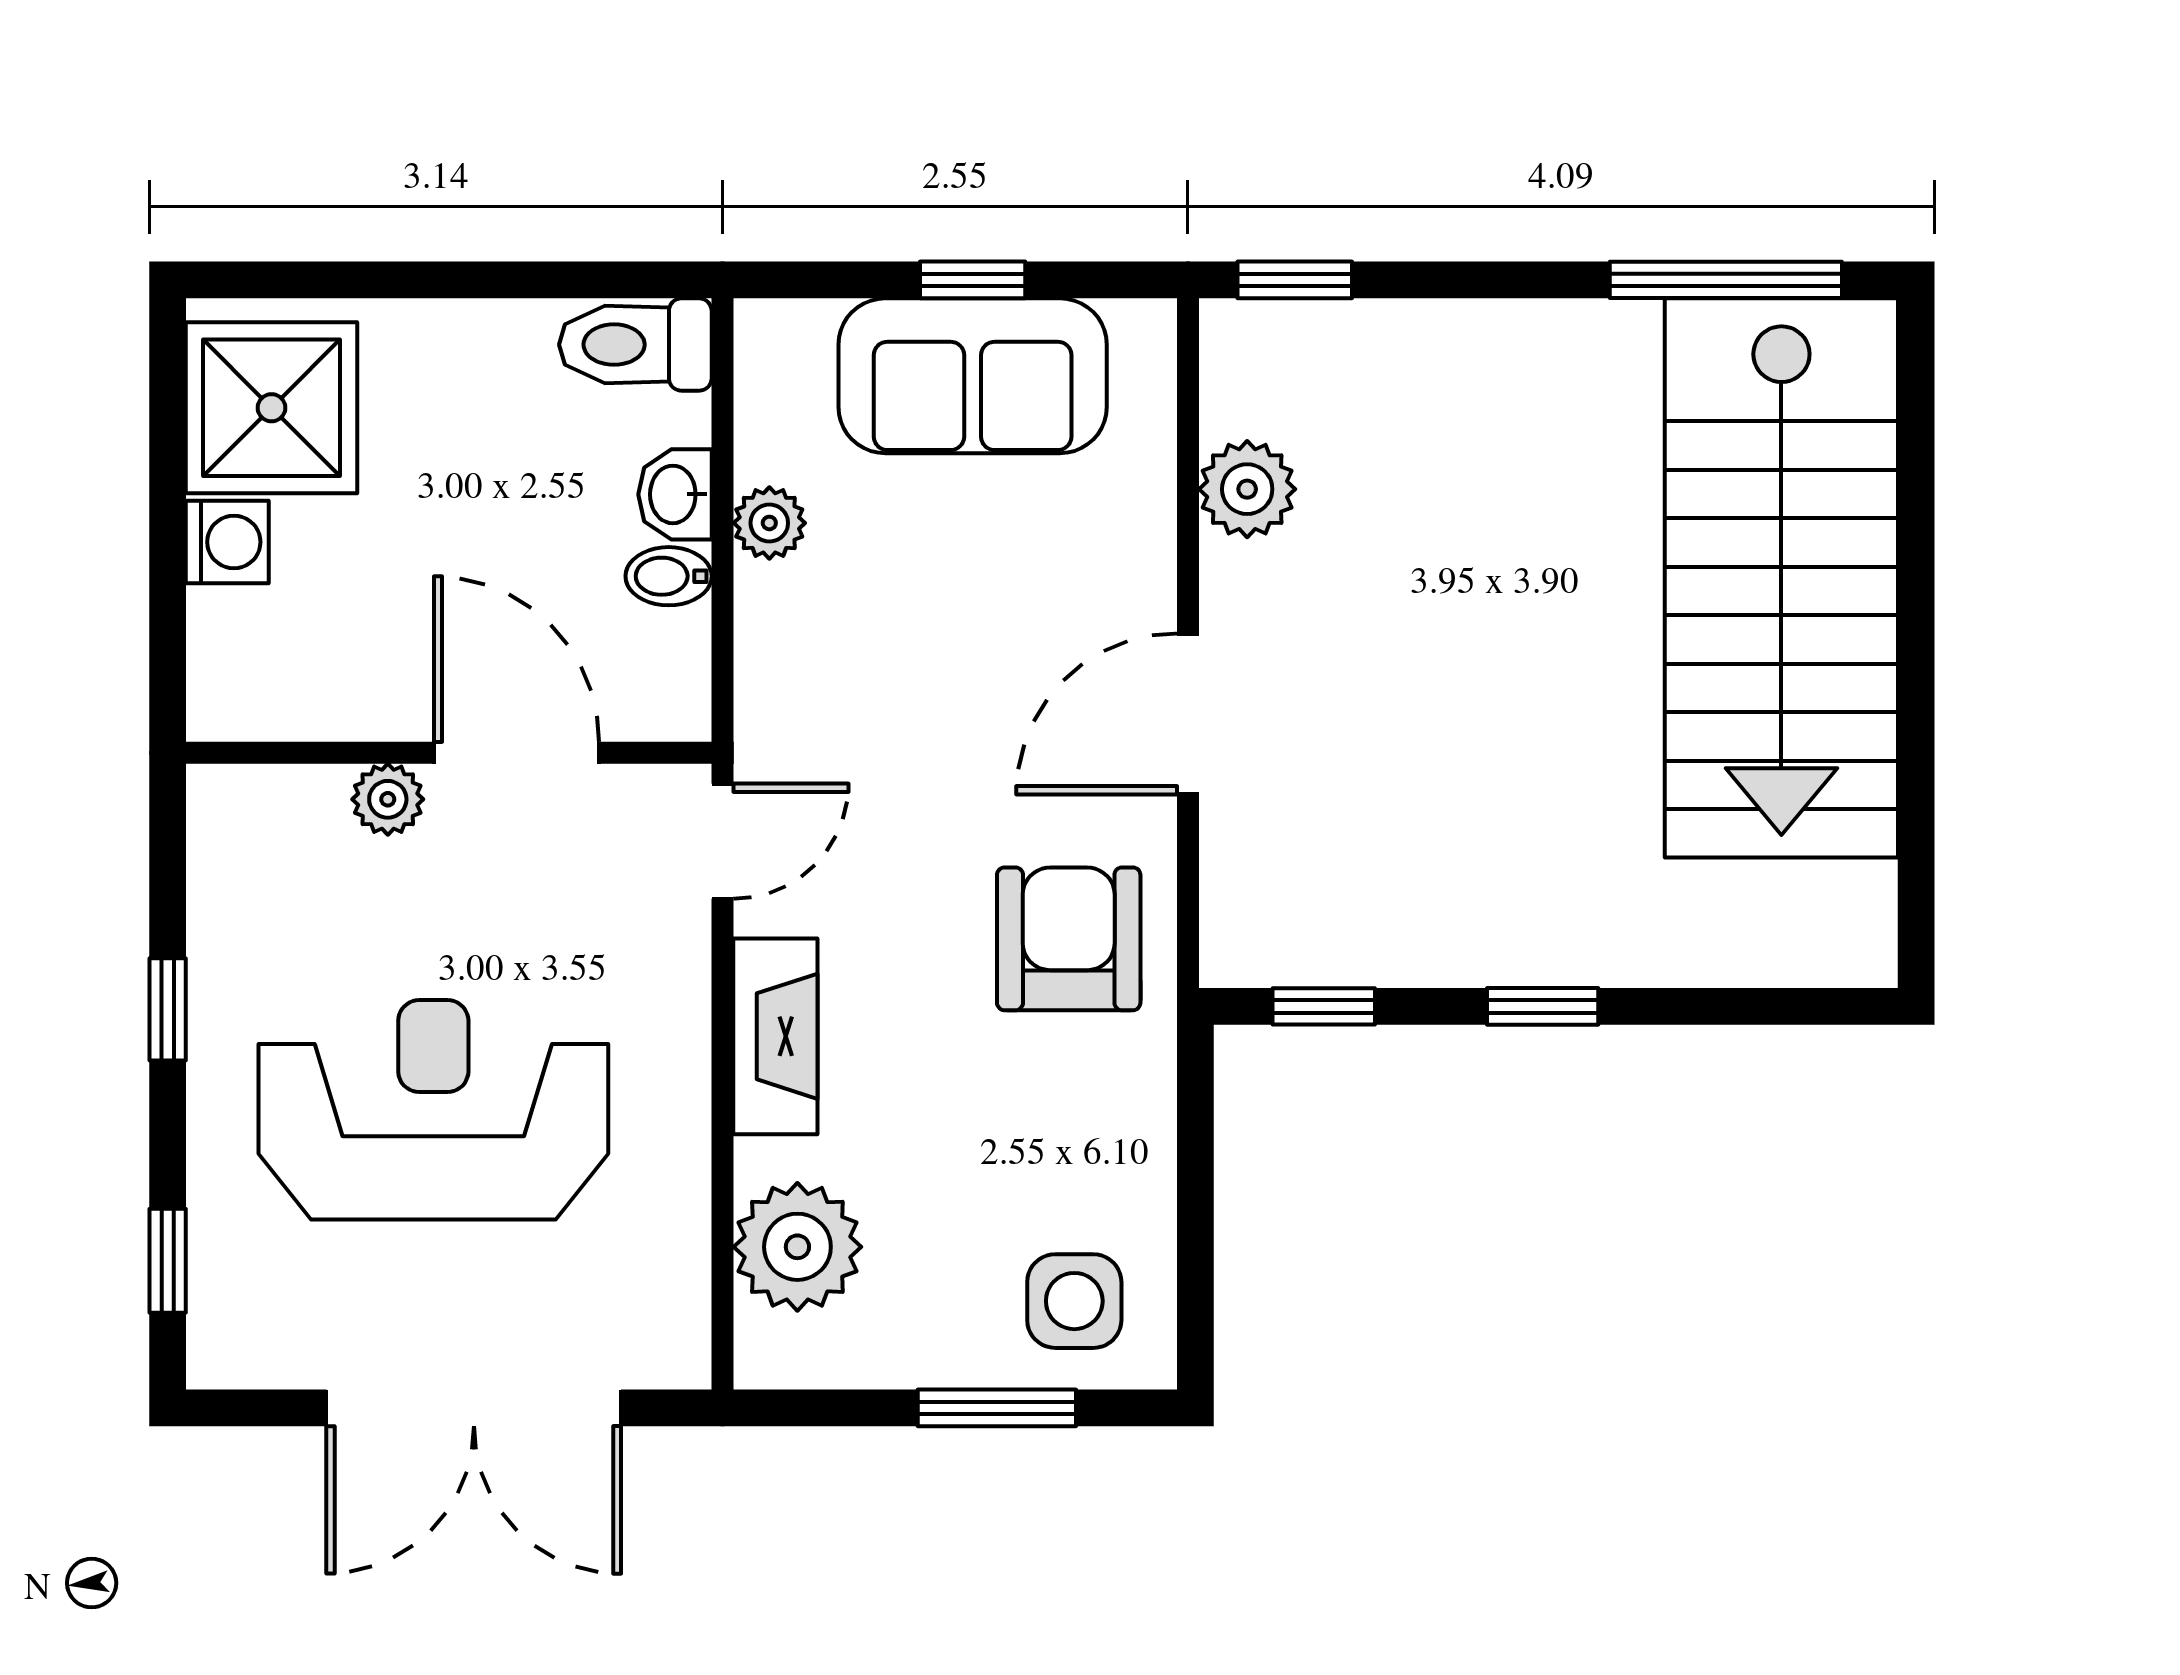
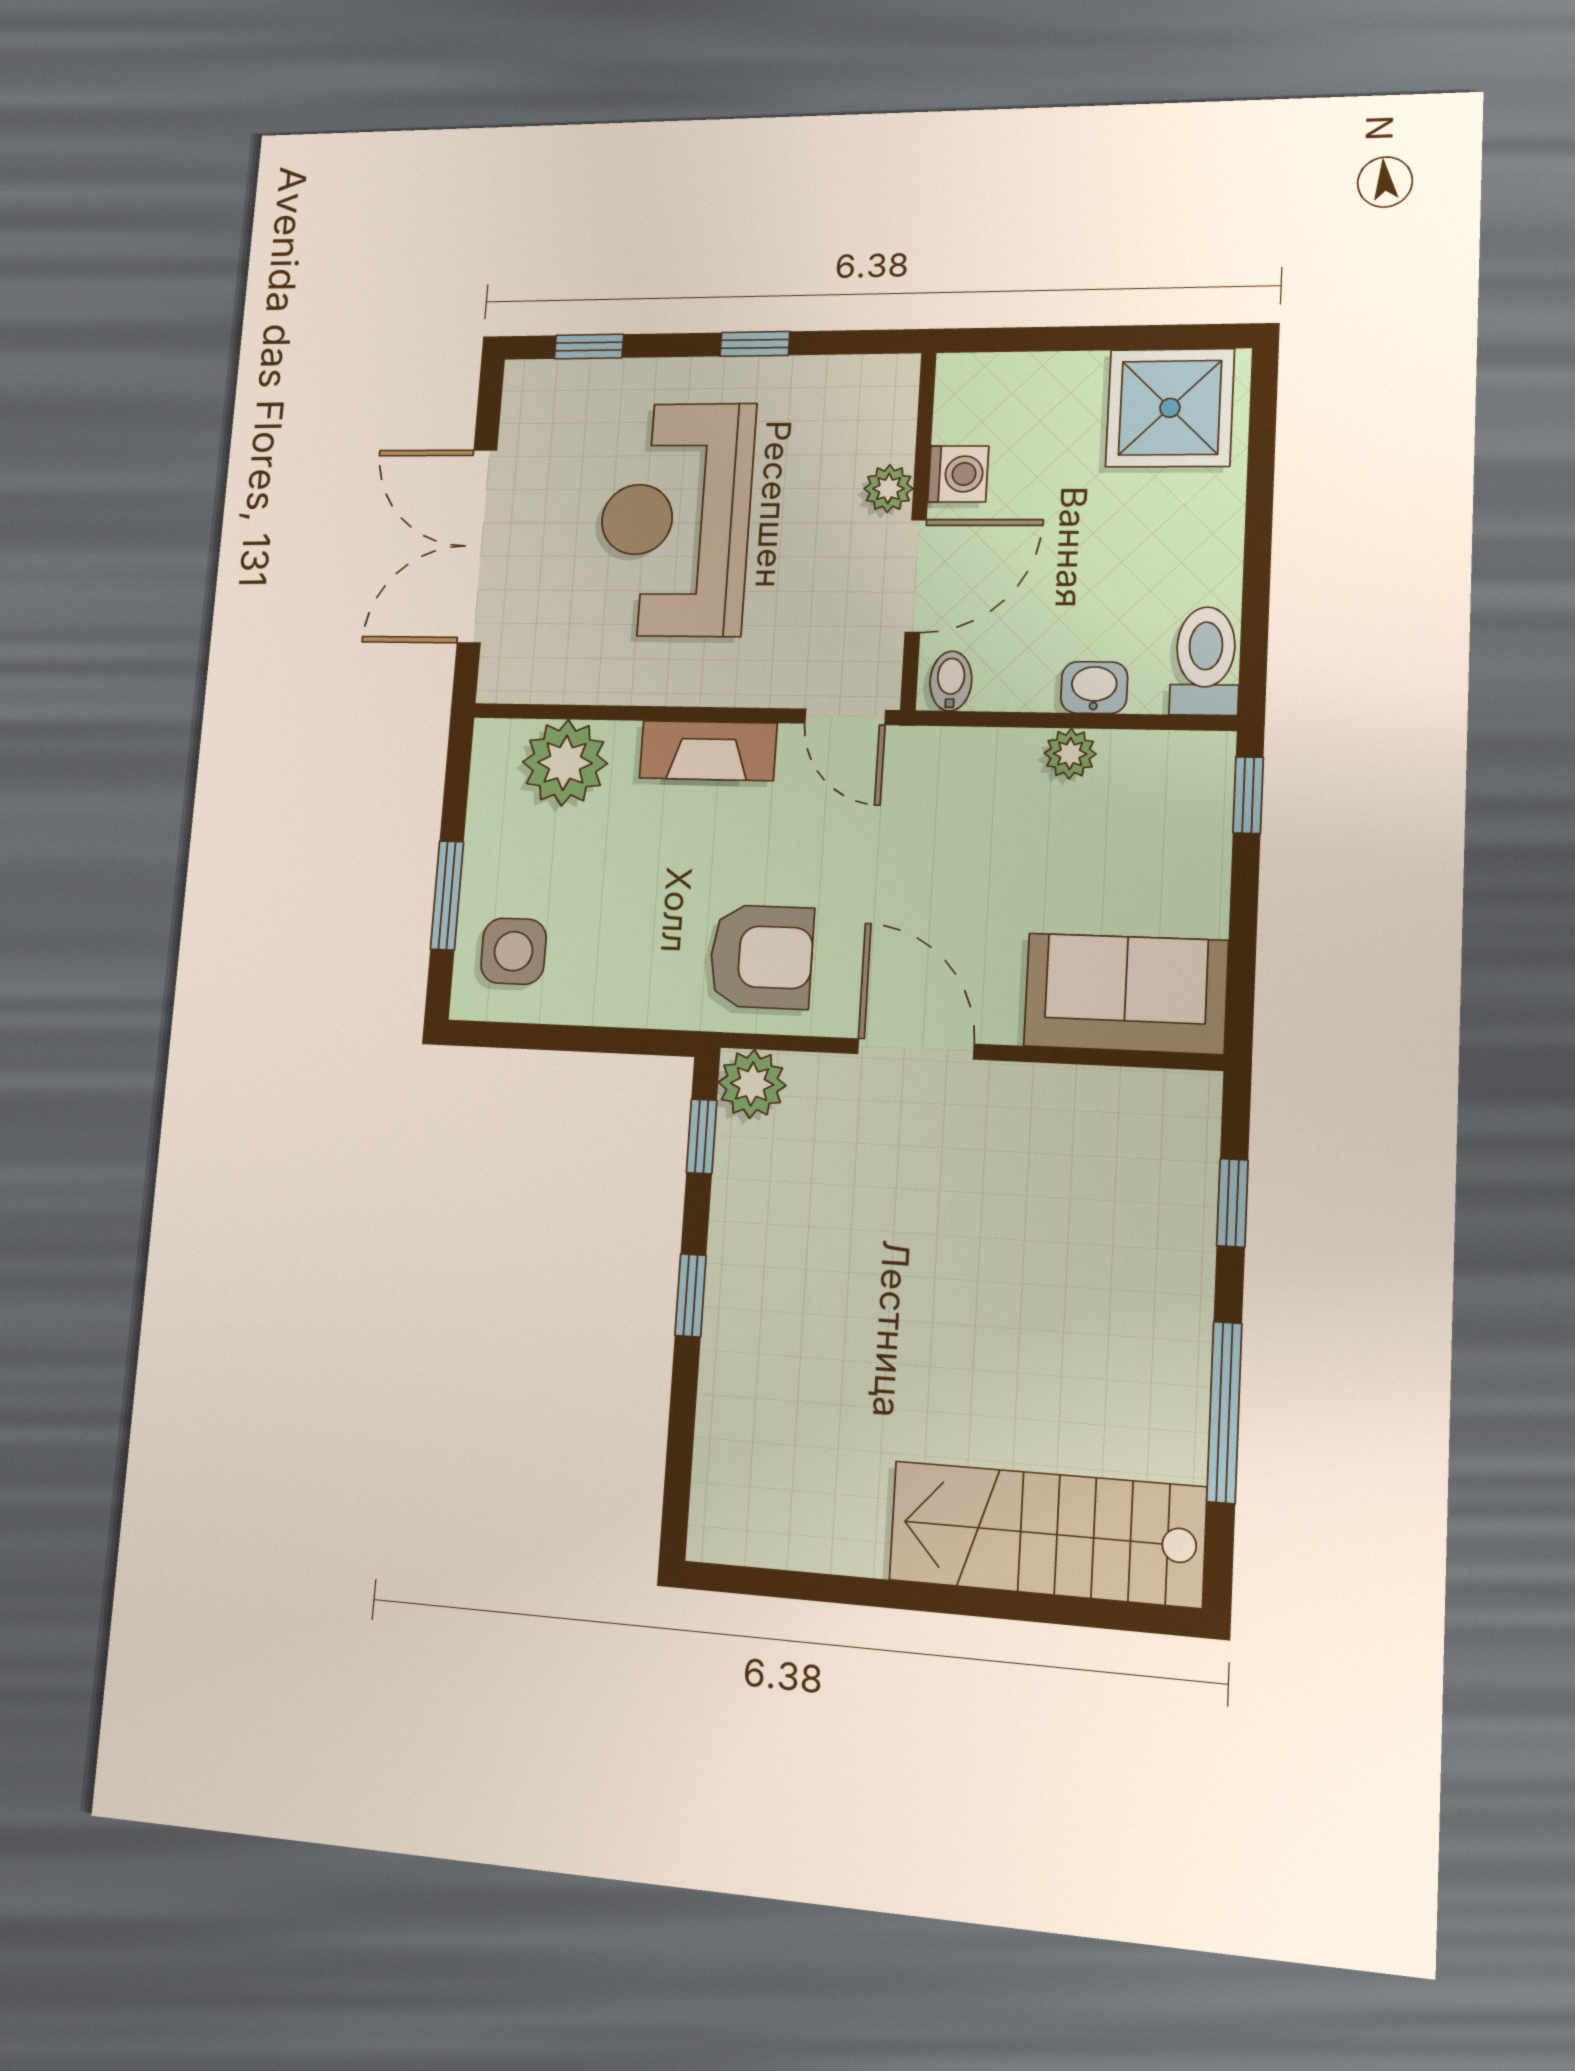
window: (973, 280) -> (1248, 795), moved
window: (1295, 280) -> (1232, 1203), moved
window: (1726, 280) -> (1224, 1412), moved
sofa: (973, 376) -> (1126, 993), moved, turned 90
plant: (1247, 489) -> (752, 1084), moved
washing machine: (227, 542) -> (958, 474), moved, turned -90
bidet: (669, 576) -> (951, 681), moved
stairs: (1781, 578) -> (1047, 1534), width x0.73, depth x0.66
reception desk: (433, 1110) -> (675, 519), turned 180

